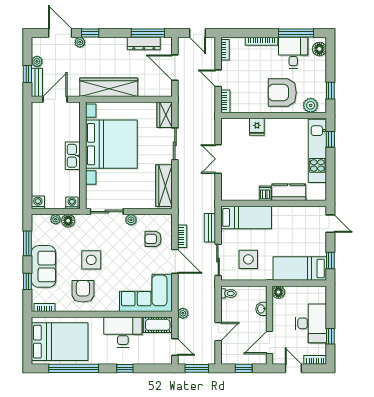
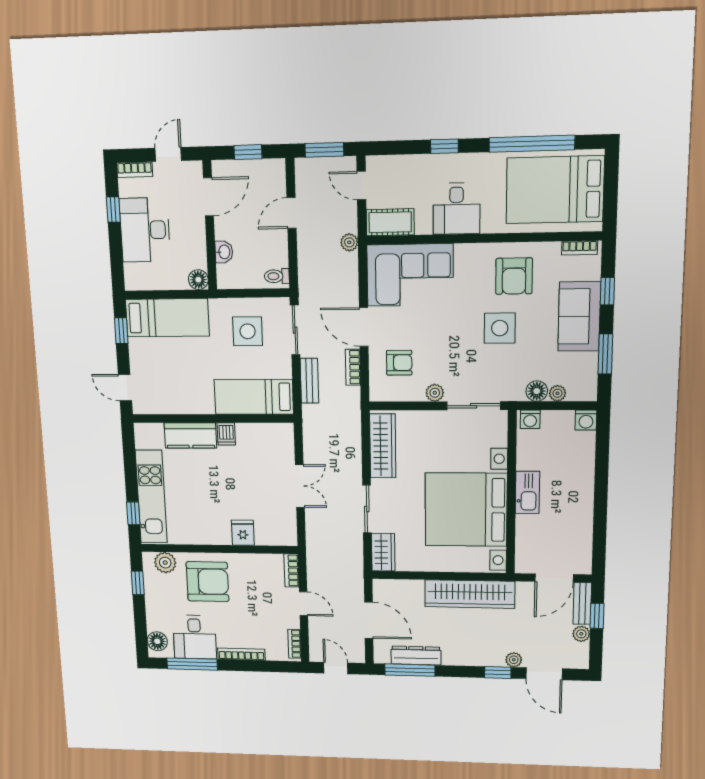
desk: (123, 332) -> (457, 209), width x0.73
door: (293, 368) -> (168, 154), swing flipped

